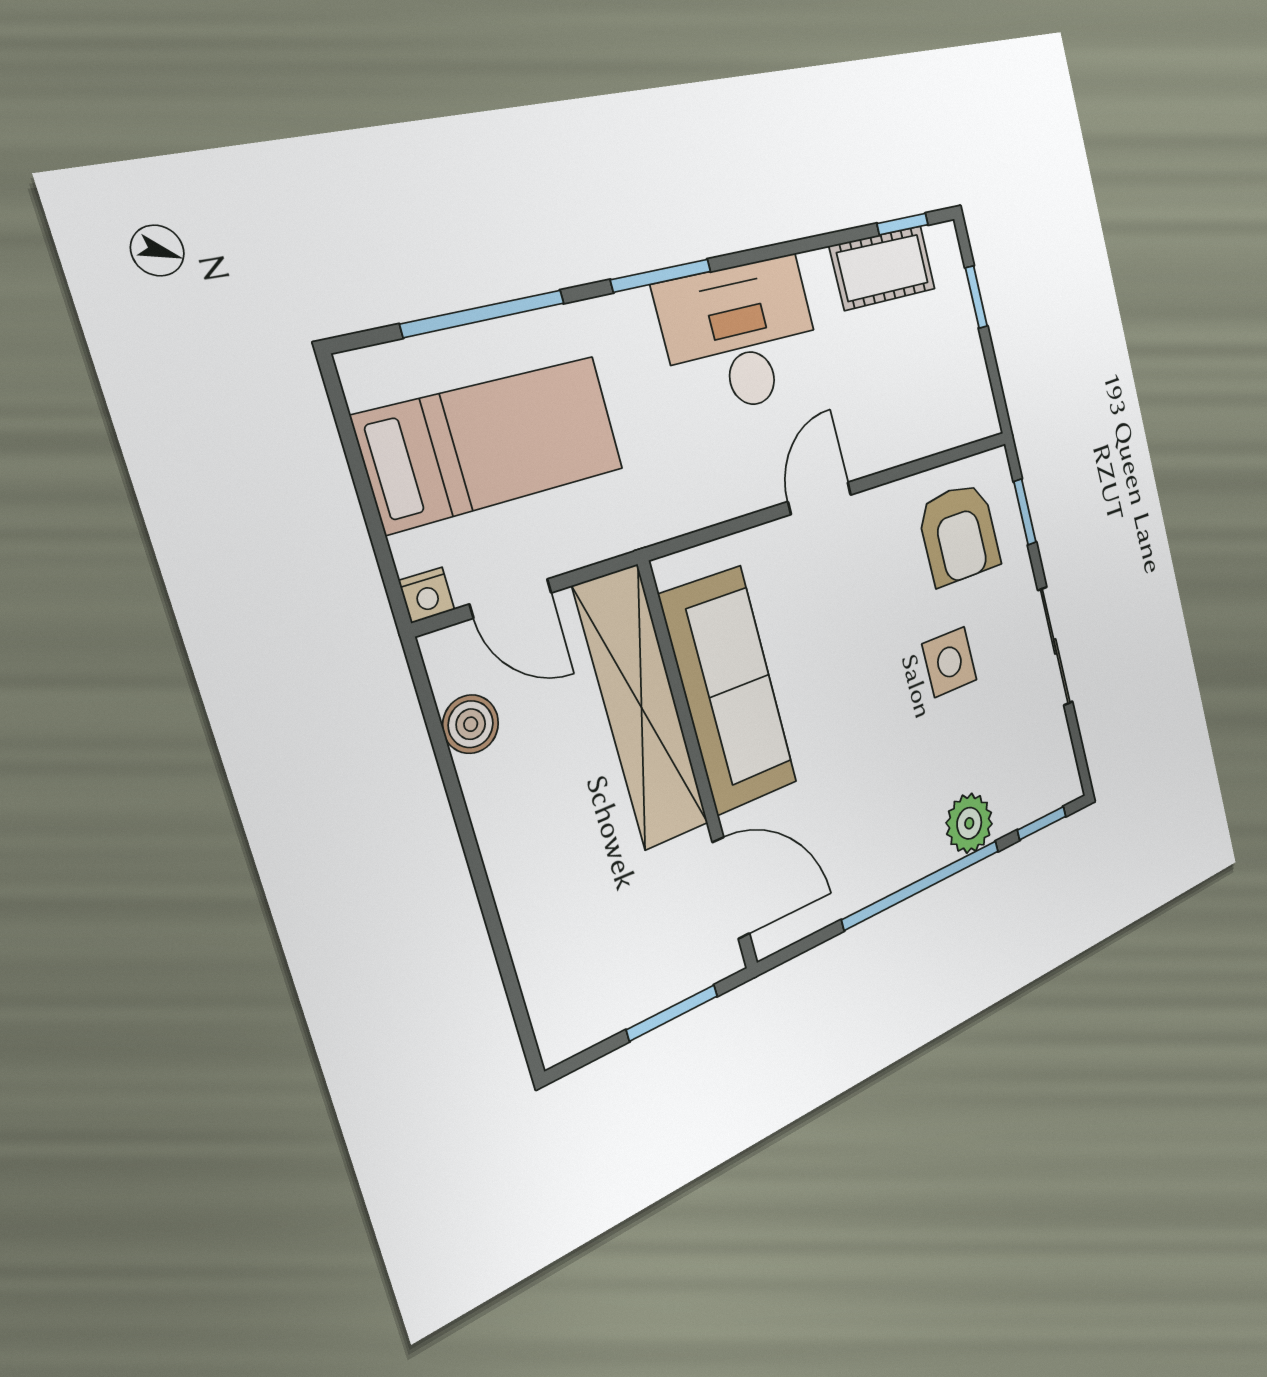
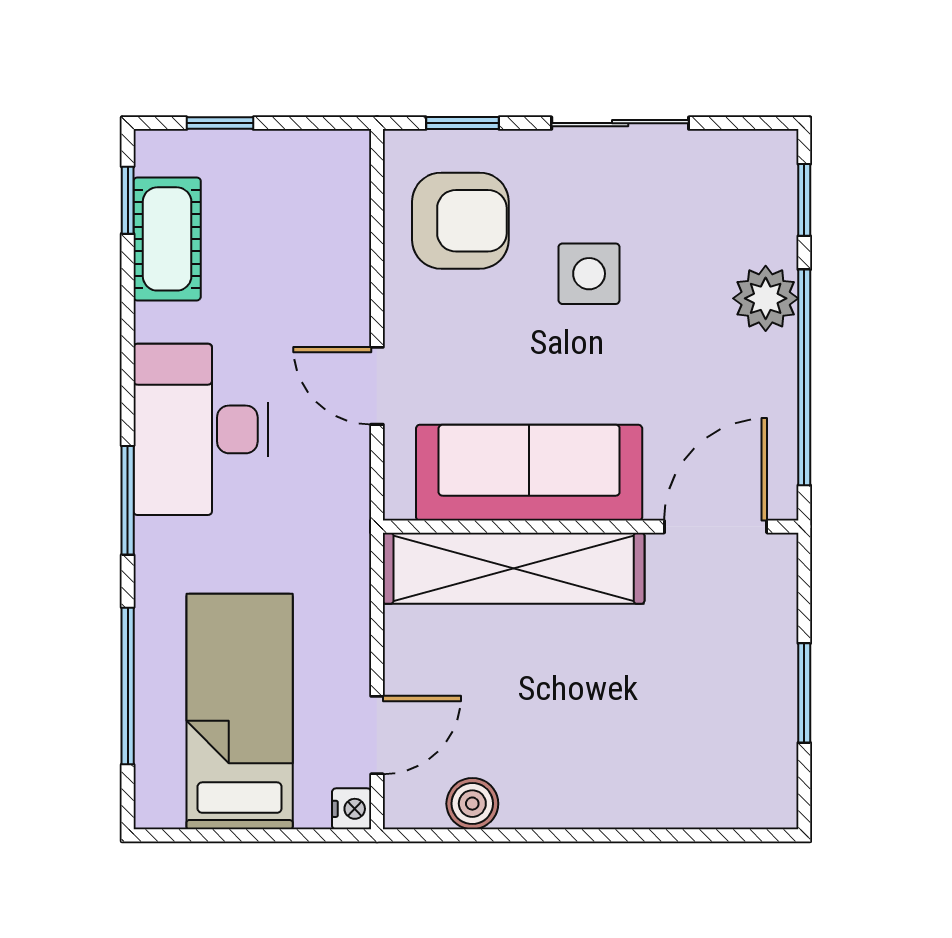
sofa: (729, 690) -> (529, 473), moved
shelving: (641, 707) -> (514, 568), moved
wall: (699, 769) -> (591, 527), moved
door: (731, 888) -> (716, 527), moved

